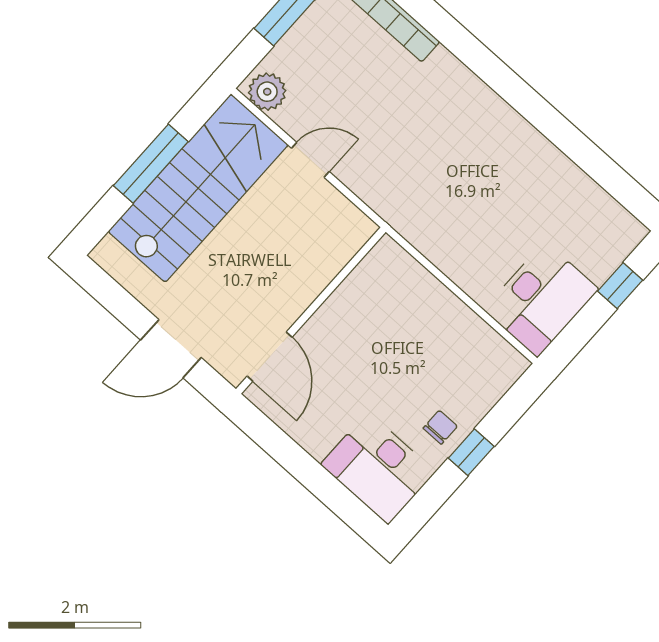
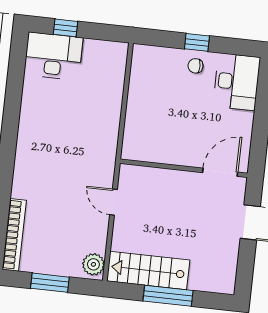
door: (310, 160) -> (113, 202), moved
stairs: (198, 188) -> (148, 271), width x0.73, depth x0.66
desk: (541, 299) -> (53, 56), moved

